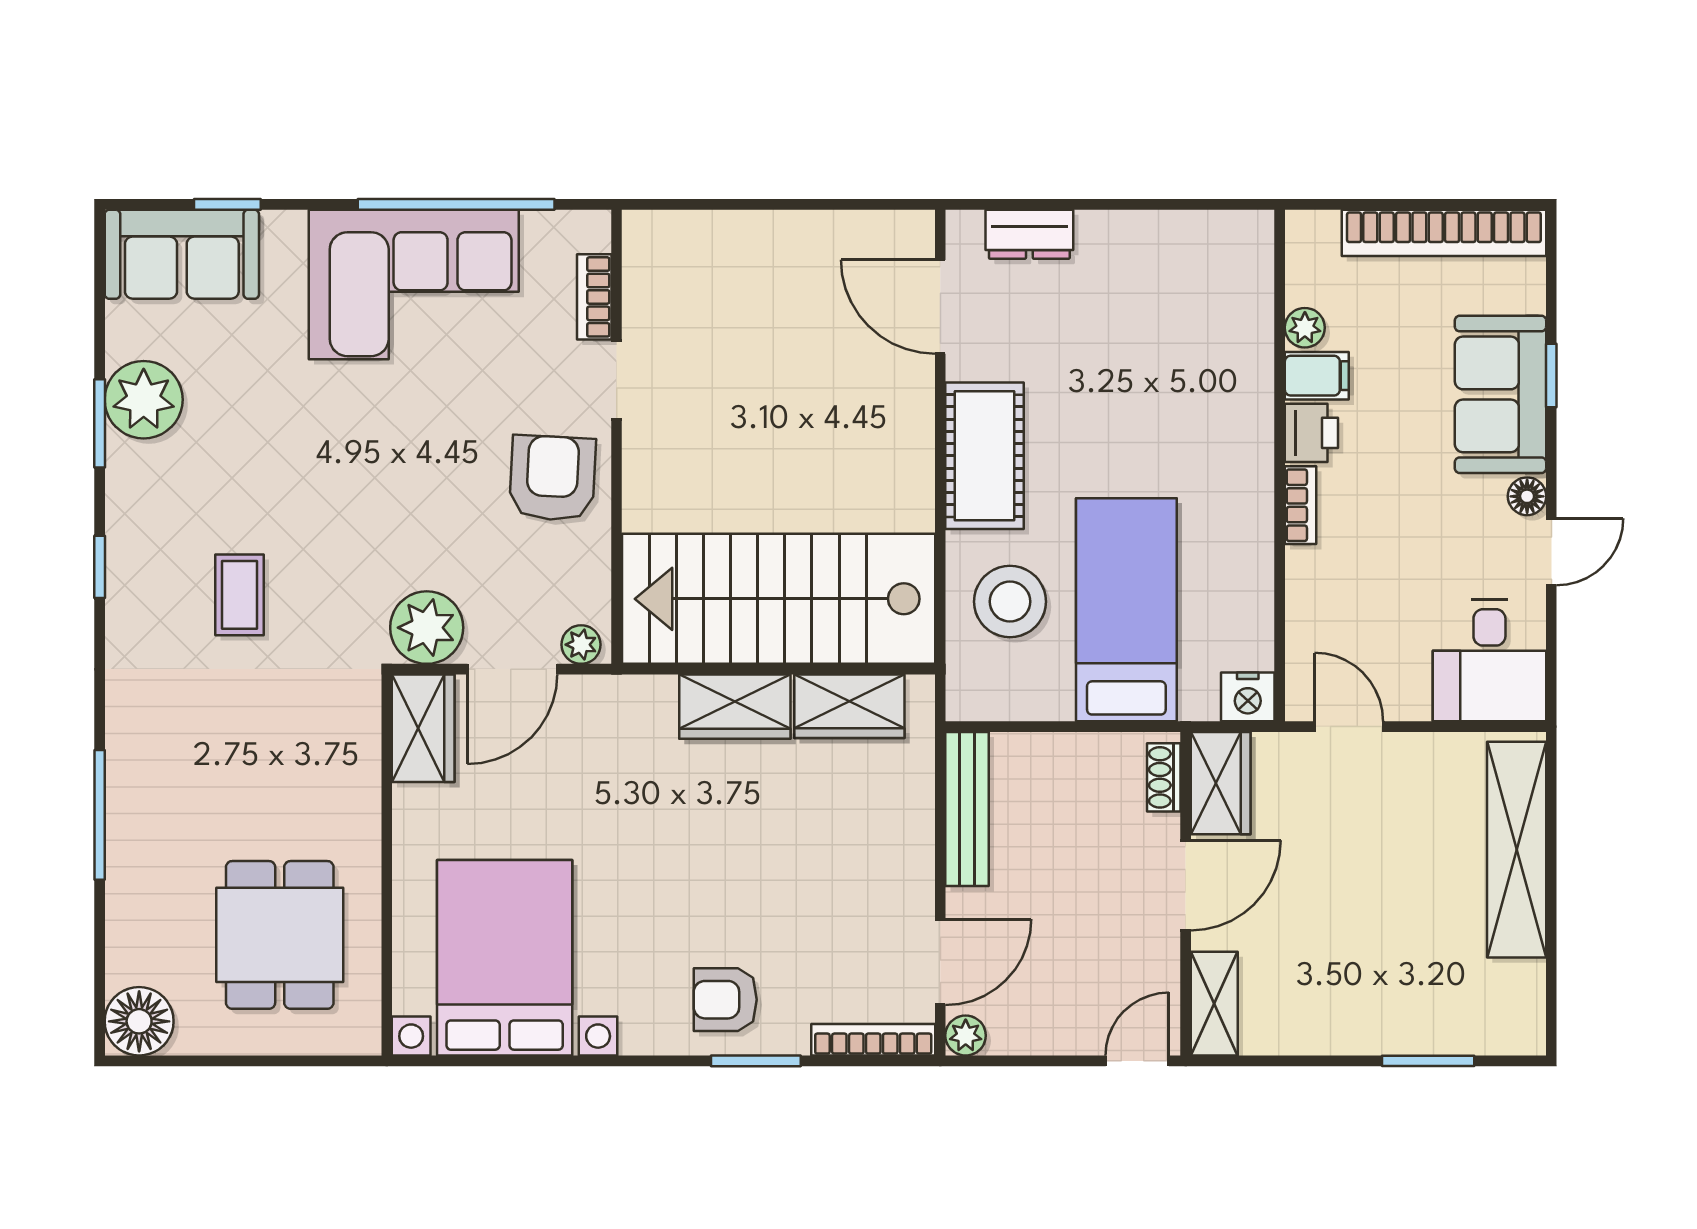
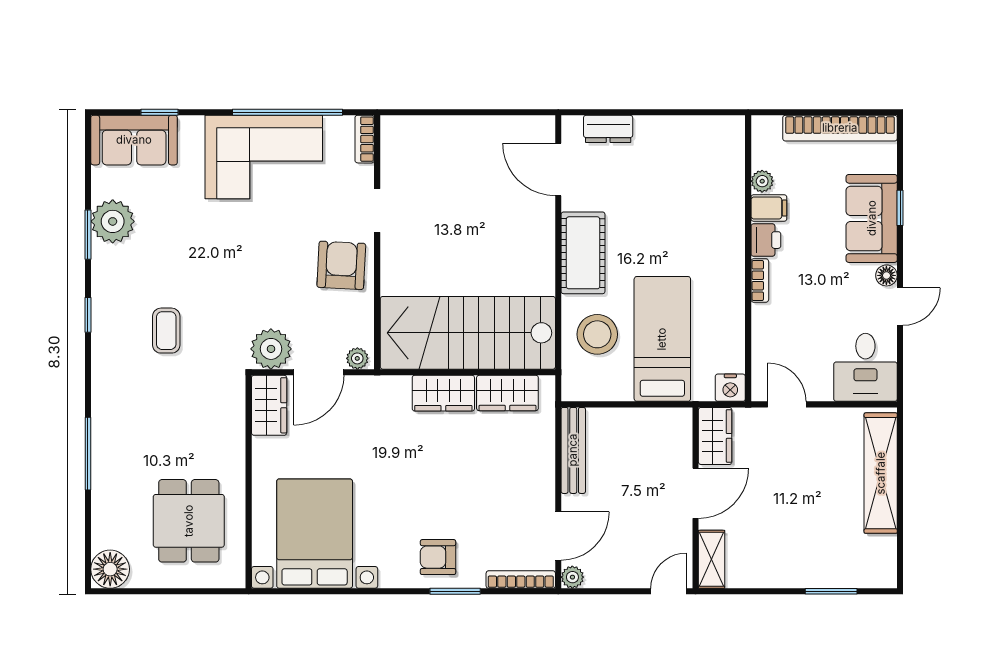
bookcase: (594, 297) -> (365, 139), moved
shoe rack: (1164, 777) -> (683, 433), removed

